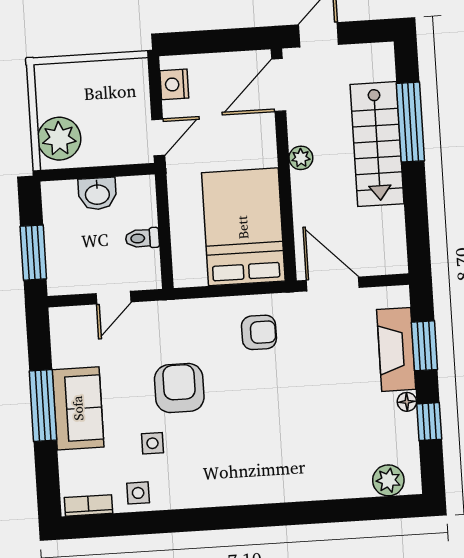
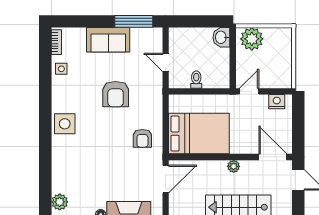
door: (158, 137) -> (249, 91), swing flipped
washbasin: (97, 194) -> (221, 37), moved
window: (33, 253) -> (192, 21), removed
armchair: (179, 388) -> (116, 94), turned 90
window: (43, 405) -> (134, 21), moved
side table: (152, 443) -> (65, 124), moved, width x1.87, depth x1.87

